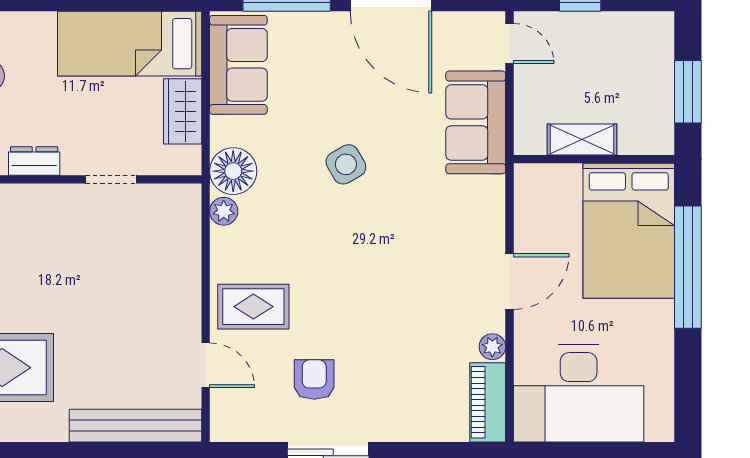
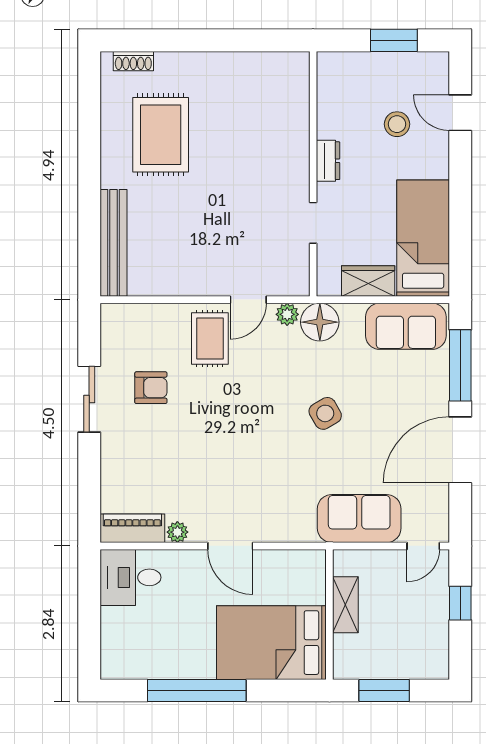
window: (688, 267) -> (197, 690), moved
door: (206, 365) -> (248, 300), moved
desk: (579, 393) -> (131, 577), width x0.53, depth x0.77

